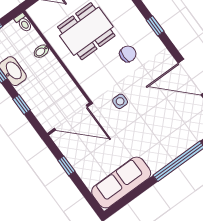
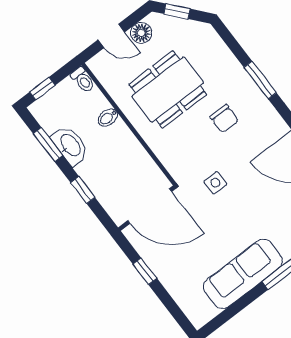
window: (155, 26) -> (260, 80), width x1.50
chair: (128, 54) -> (224, 119), turned 90
sofa: (121, 182) -> (243, 274), moved

